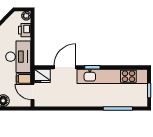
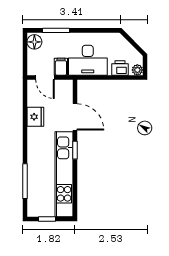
fridge: (42, 76) -> (35, 117), moved, turned 180
door: (32, 92) -> (45, 78), swing flipped

